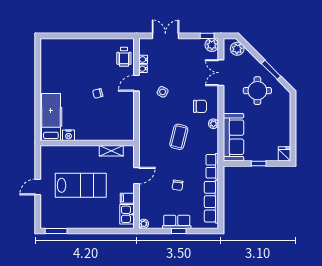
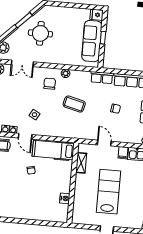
hospital bed: (51, 117) -> (53, 150), moved
sofa: (233, 137) -> (92, 41), moved, turned -90

